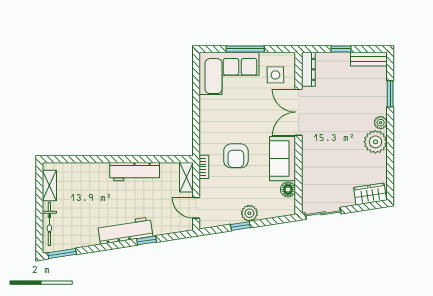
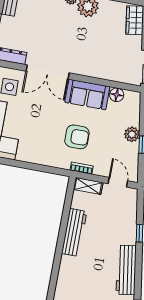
door: (196, 208) -> (118, 182), swing flipped
workbench: (125, 231) -> (126, 270), moved

